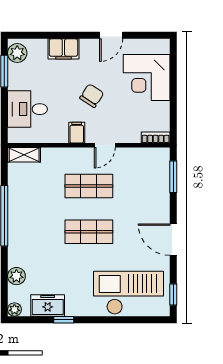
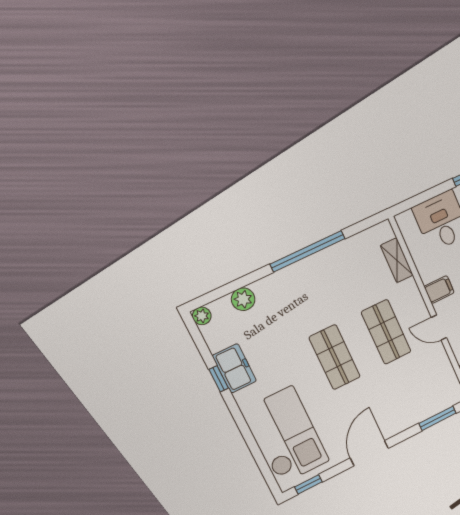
shelving: (24, 155) -> (397, 260), moved
freezer: (48, 305) -> (234, 368), moved

